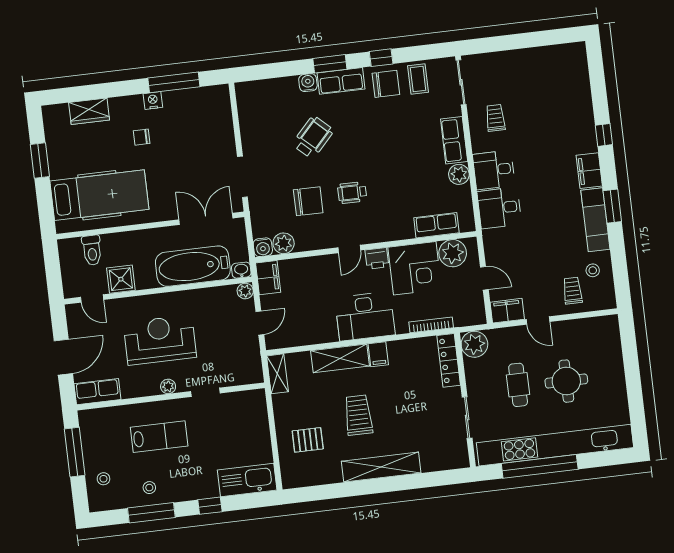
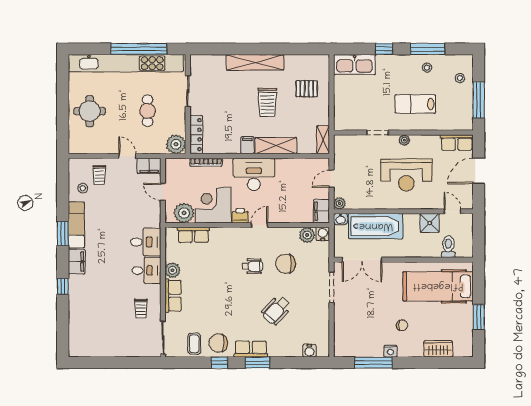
water cooler: (308, 83) -> (309, 351), moved
round table: (566, 381) -> (90, 111), moved

